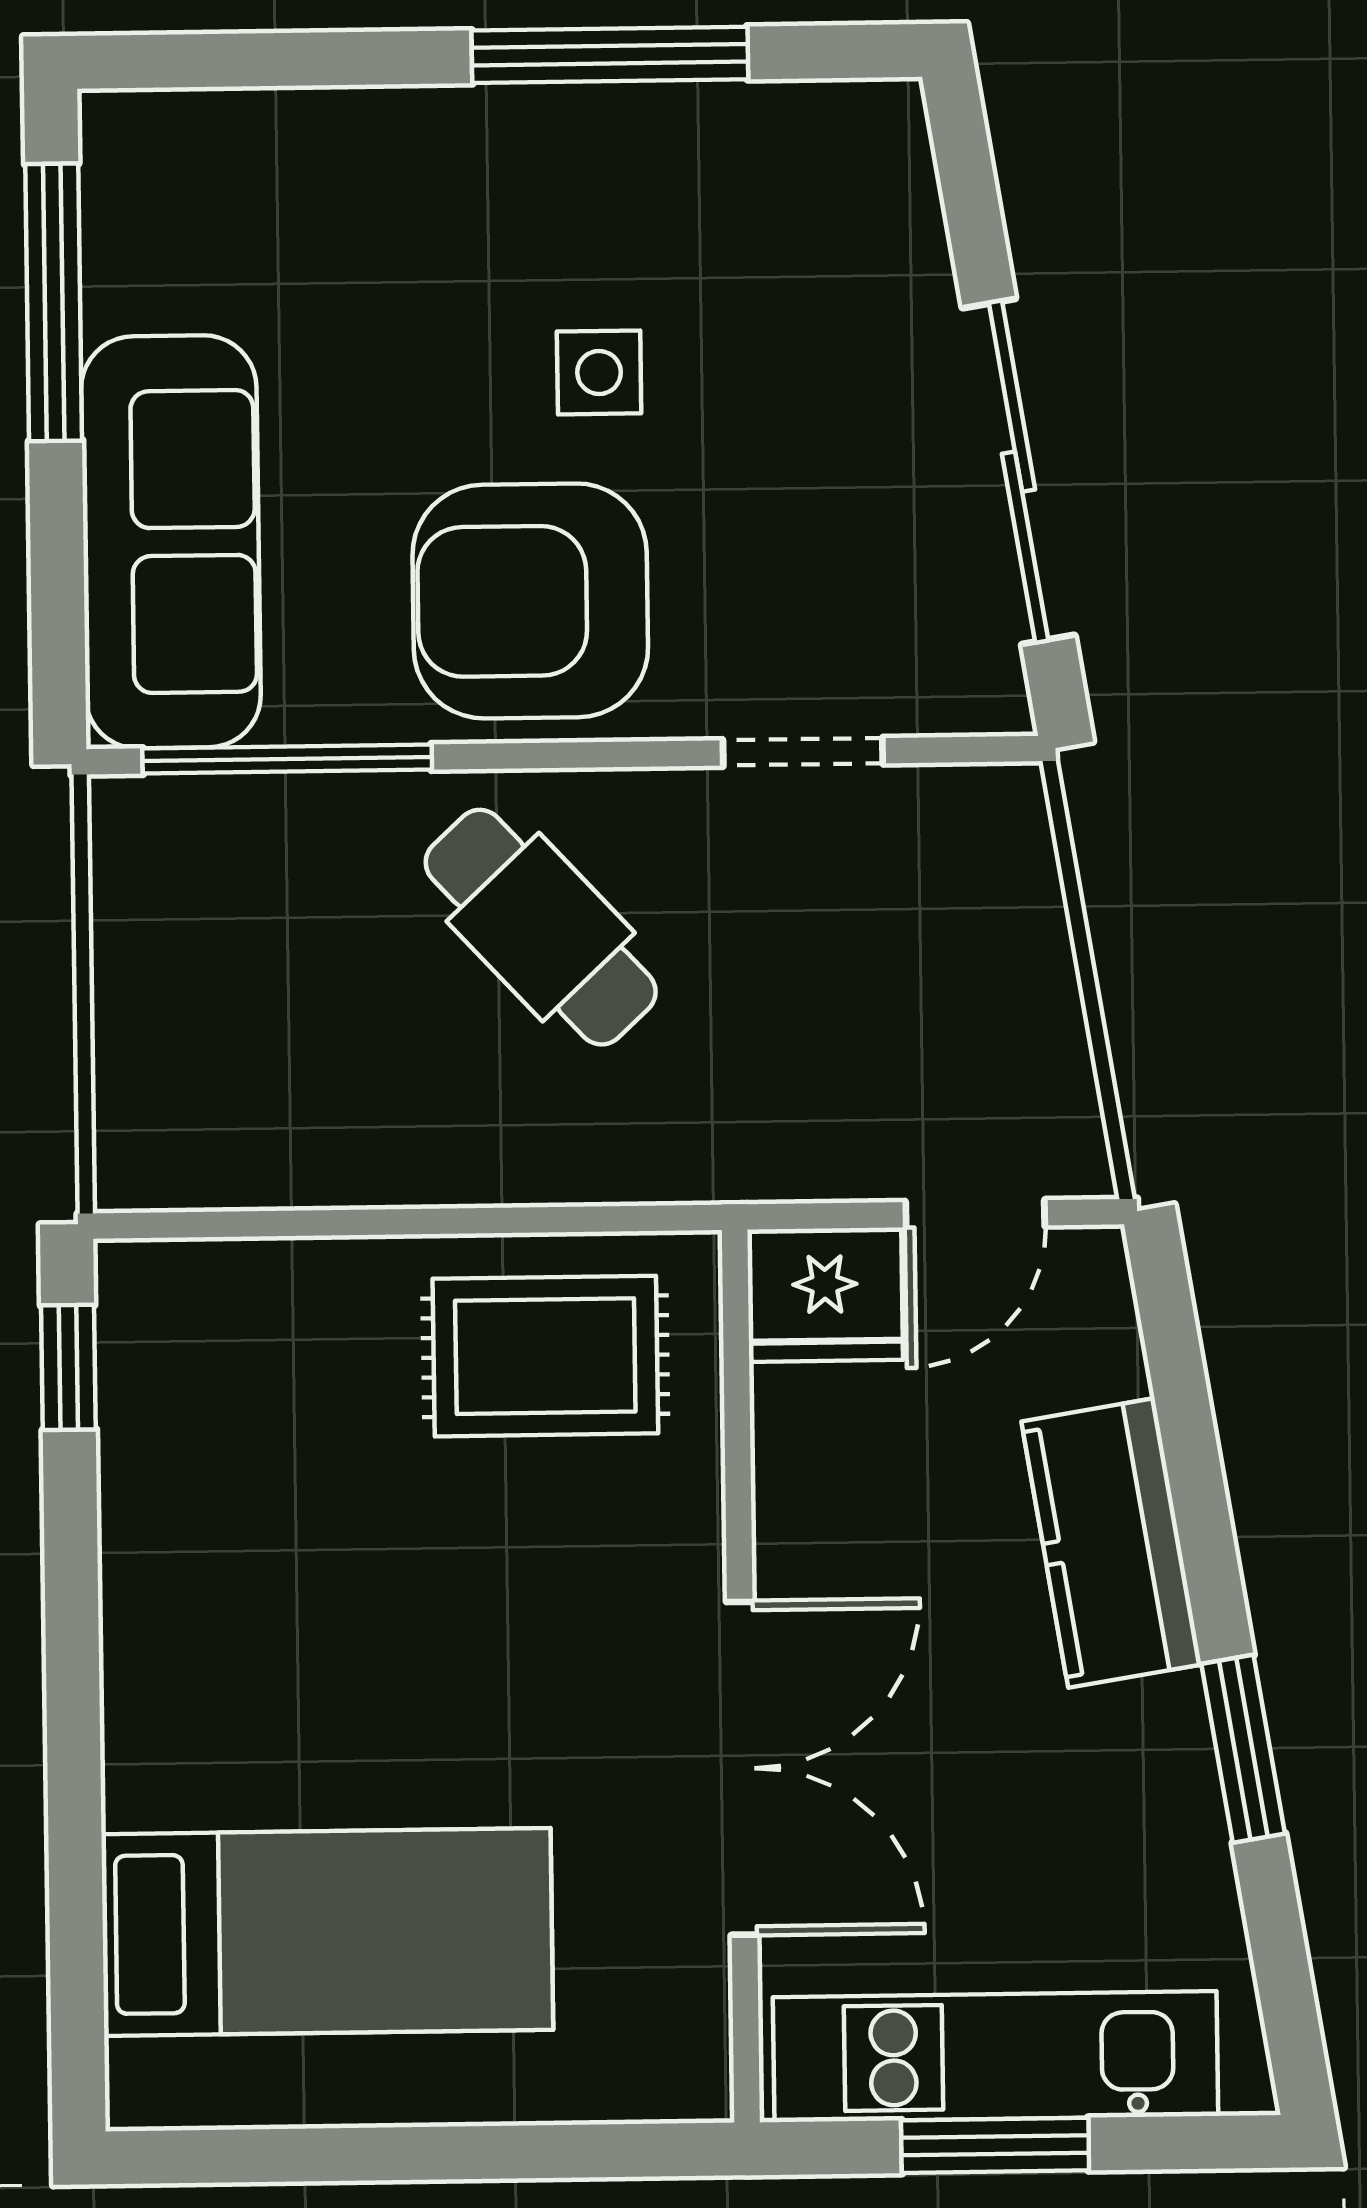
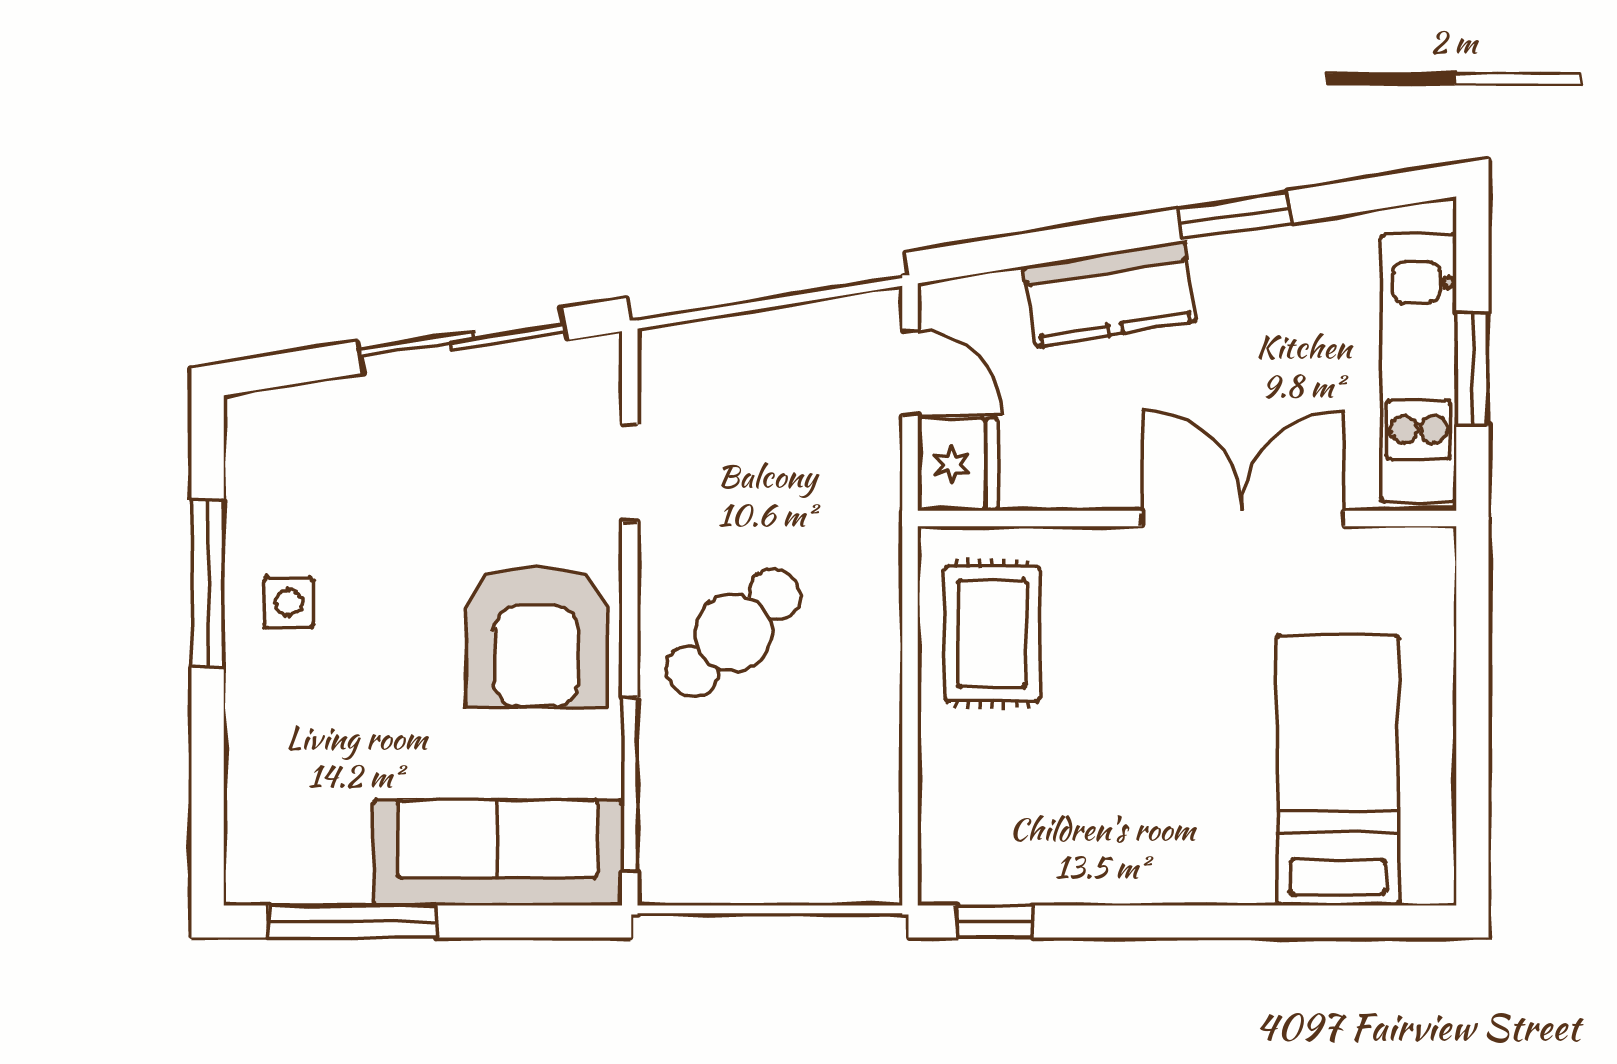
side table: (599, 372) -> (289, 603), moved

